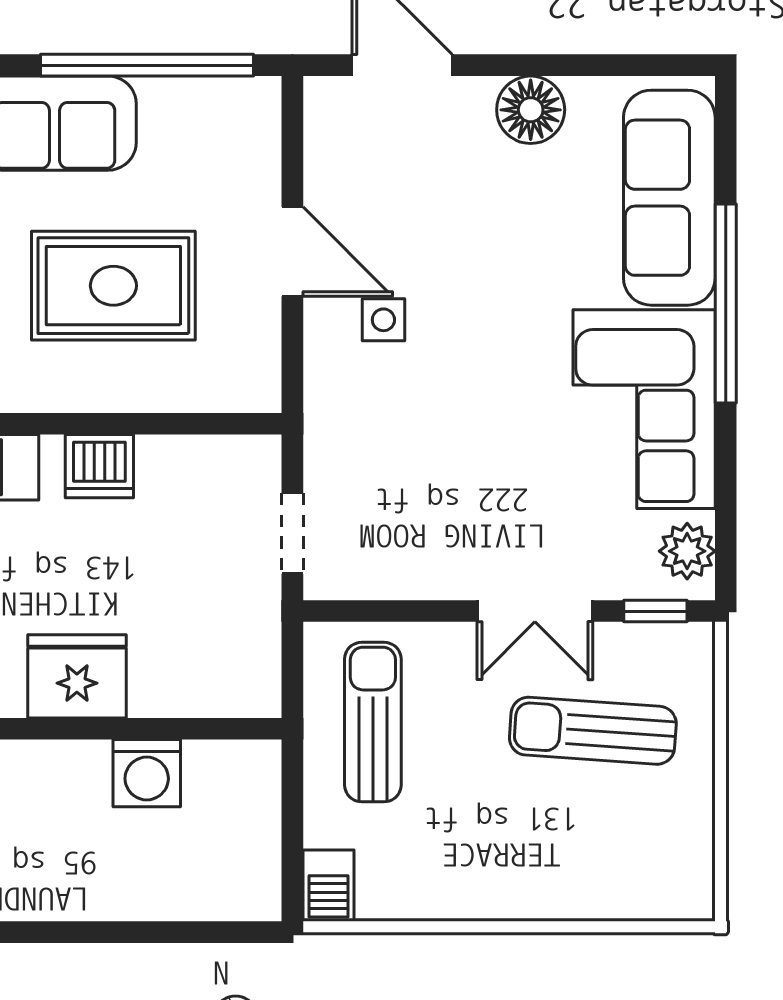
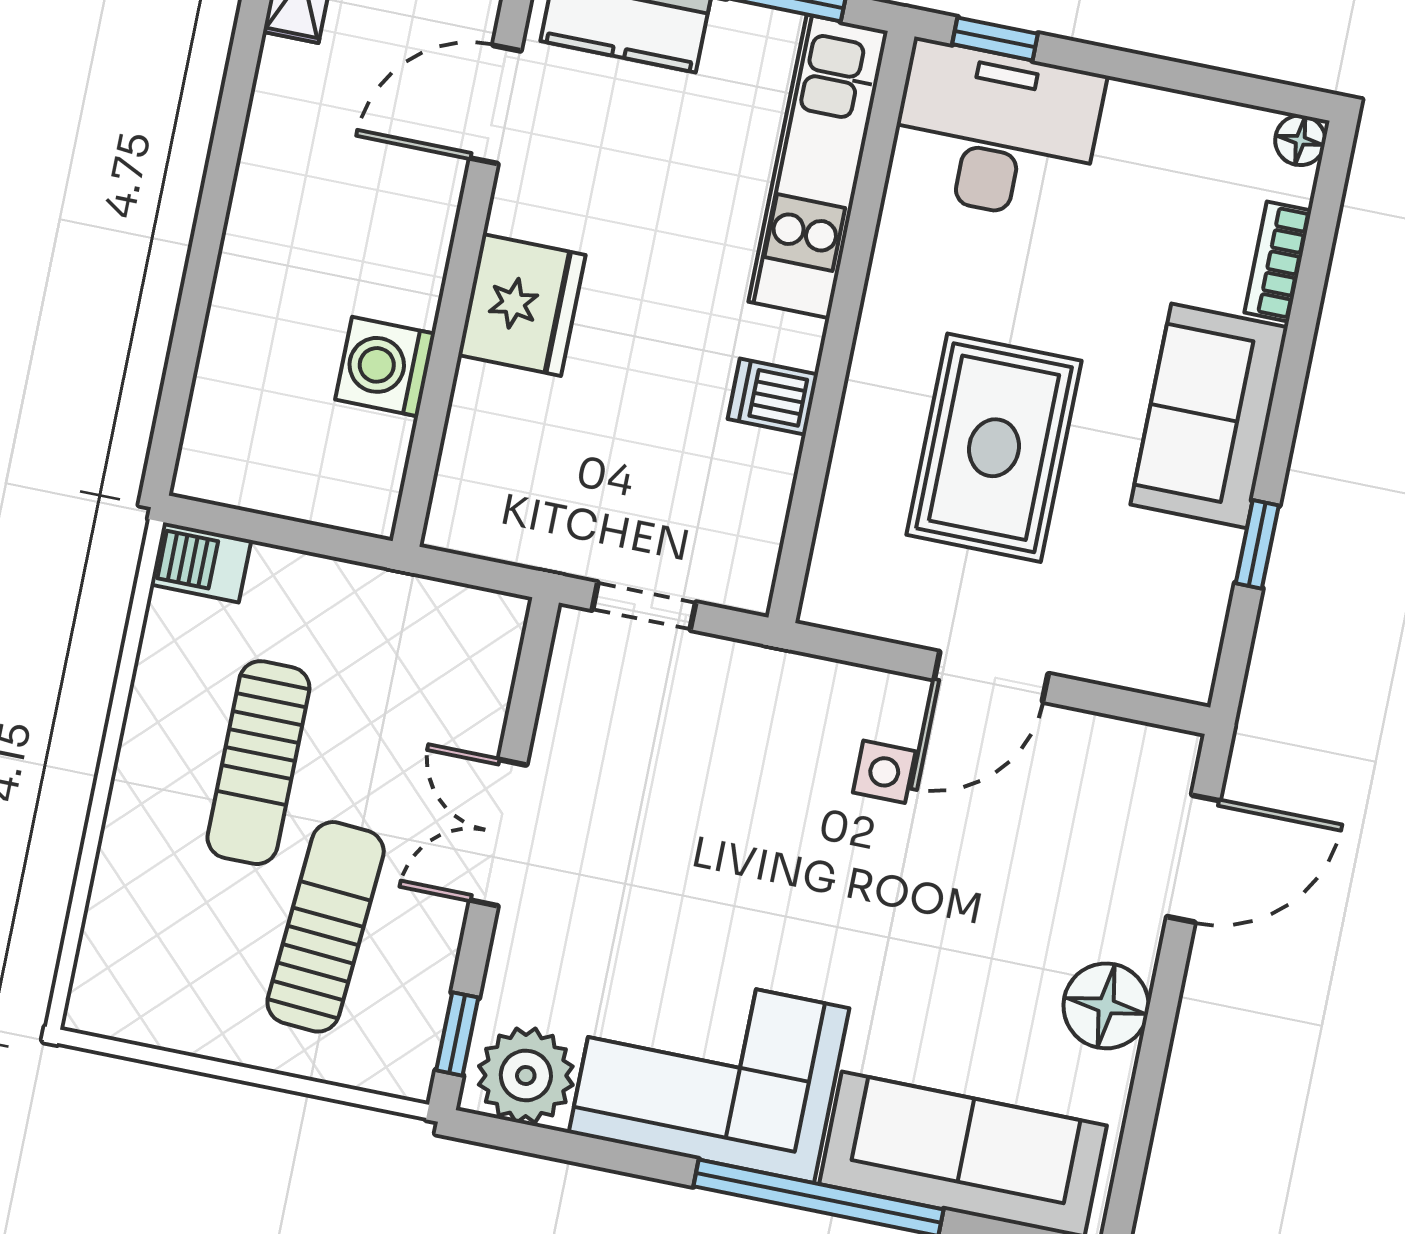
window: (147, 65) -> (1257, 544), width x0.32
dishwasher: (99, 466) -> (773, 397), width x0.73
plant: (687, 551) -> (526, 1076), width x1.36, depth x1.36
double door: (535, 611) -> (498, 833), moved
sun lounger: (373, 722) -> (258, 763), moved, turned 90

